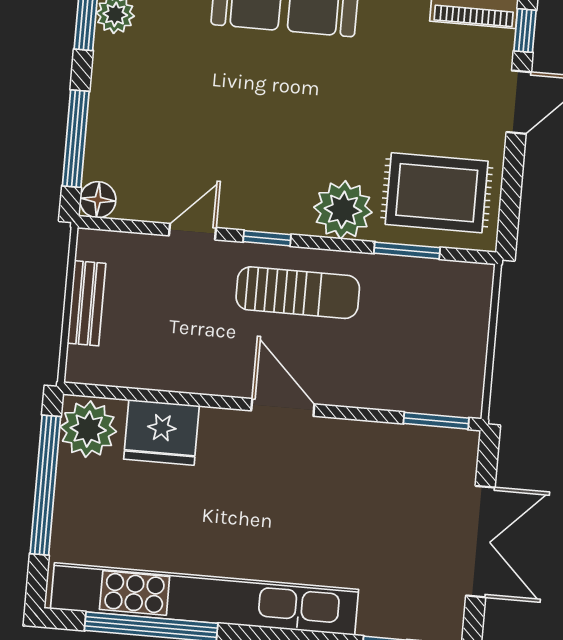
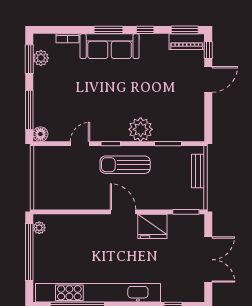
rug: (437, 193) -> (178, 119), removed
sun lounger: (298, 293) -> (125, 165), turned 180
bench: (86, 303) -> (198, 171), moved
plant: (88, 429) -> (39, 228), width x0.53, depth x0.53
fridge: (161, 432) -> (152, 226), moved

